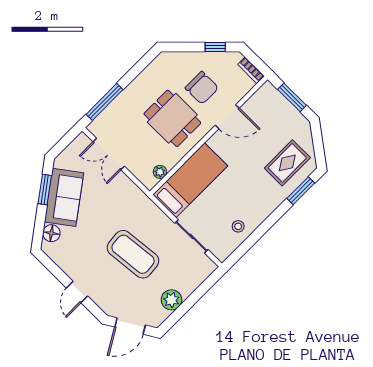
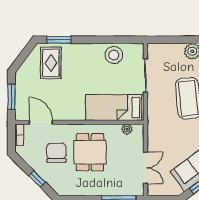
window: (215, 47) -> (37, 179), moved
door: (227, 117) -> (41, 122), moved
rug: (287, 163) -> (51, 63), turned 90
stool: (238, 226) -> (114, 55), width x1.89, depth x1.89

